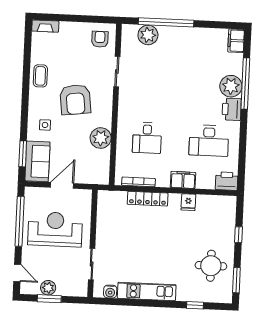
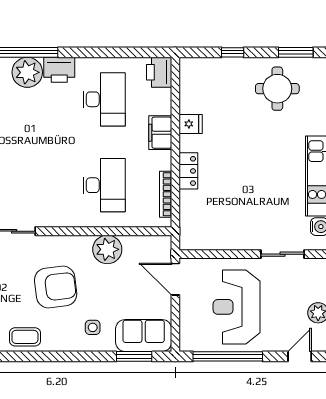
desk: (147, 138) -> (104, 185), width x1.37
door: (62, 185) -> (175, 279), moved
locker: (148, 199) -> (188, 171), width x0.66

